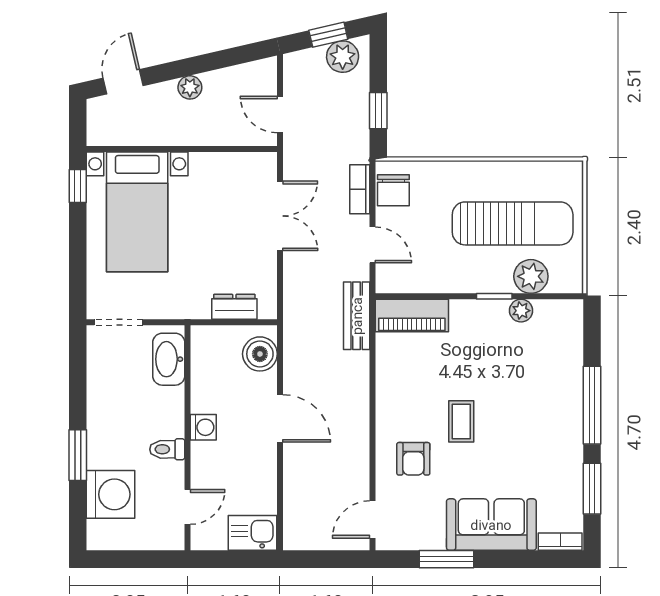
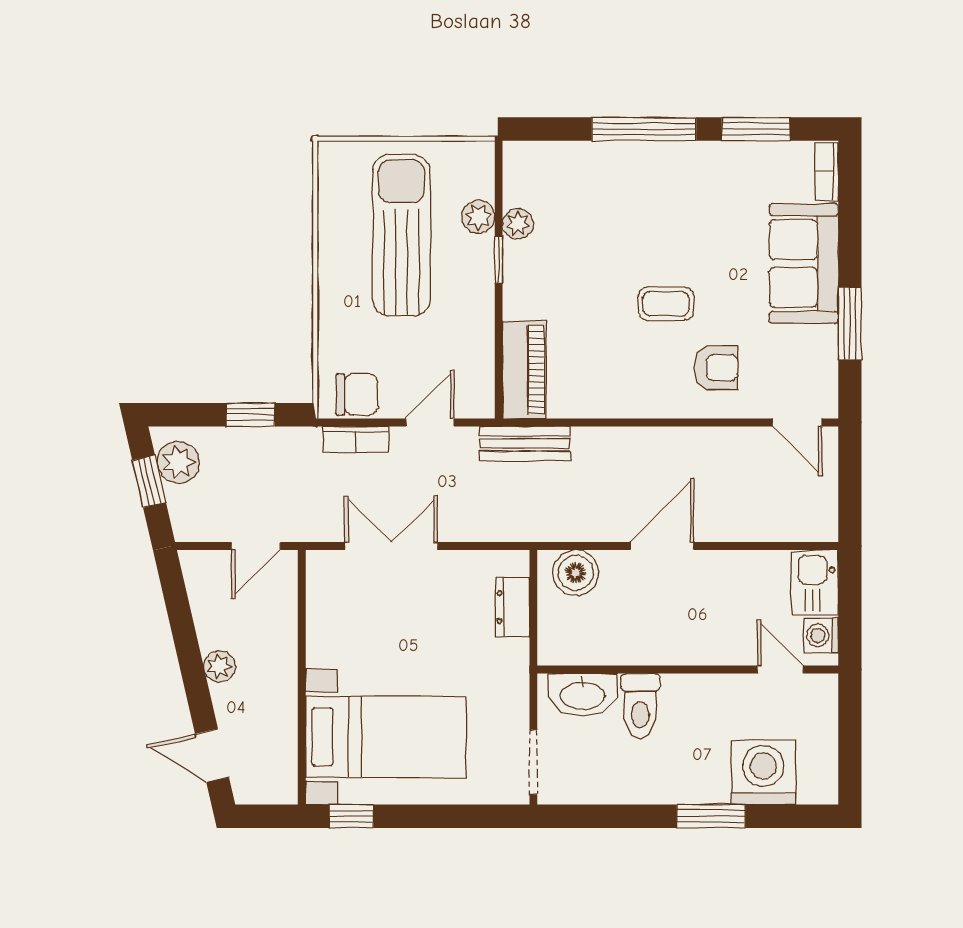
plant: (531, 276) -> (478, 217), width x0.73, depth x0.73
washing machine: (203, 427) -> (821, 635), moved, turned -90
toilet: (167, 449) -> (640, 706), moved, width x1.37, depth x1.39

